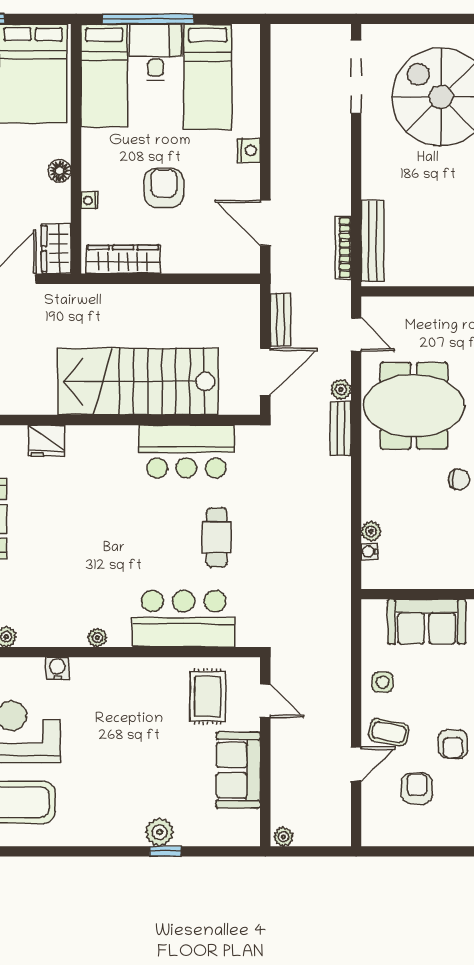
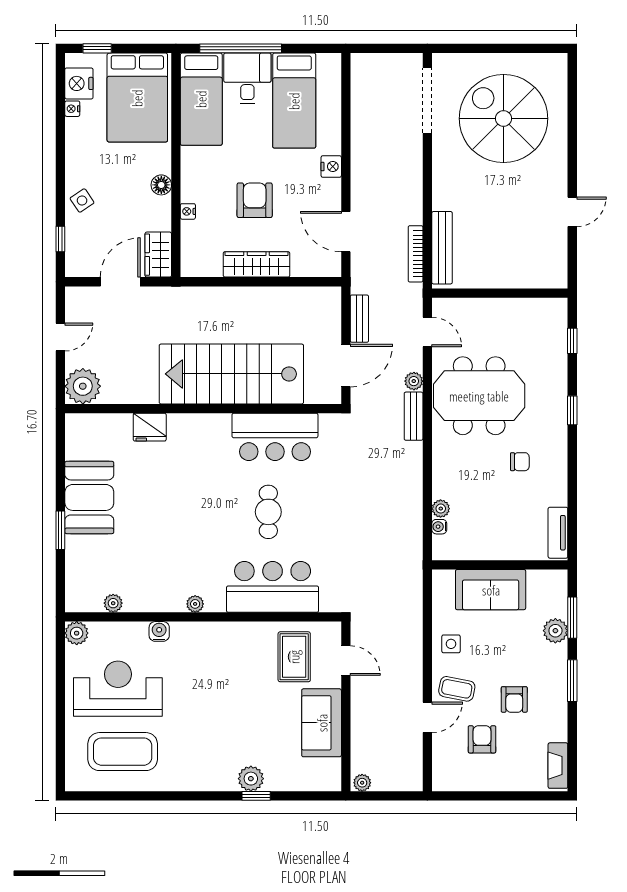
wardrobe: (123, 259) -> (257, 264), moved
cafe table: (217, 537) -> (268, 512), moved

